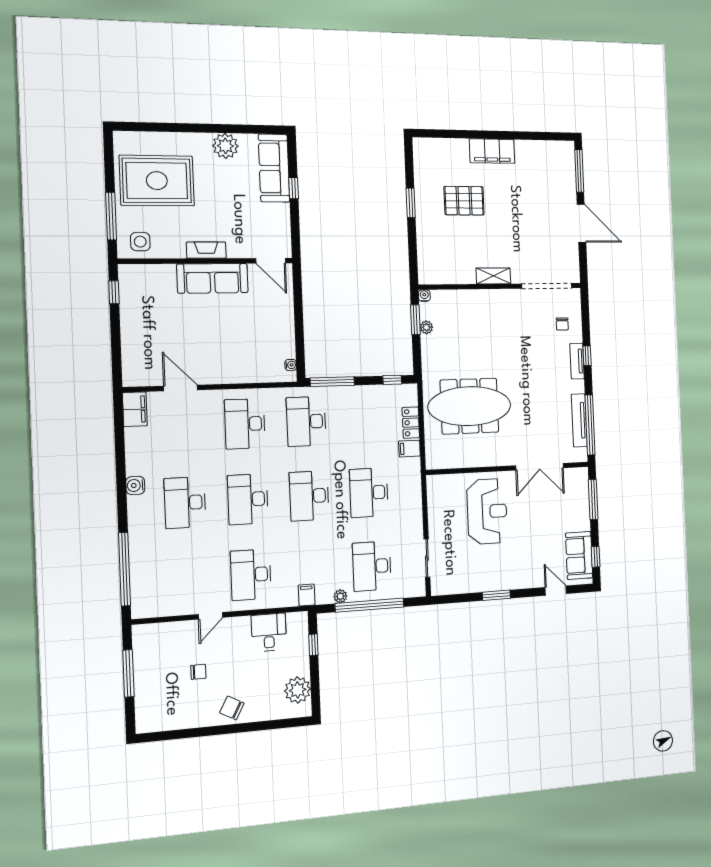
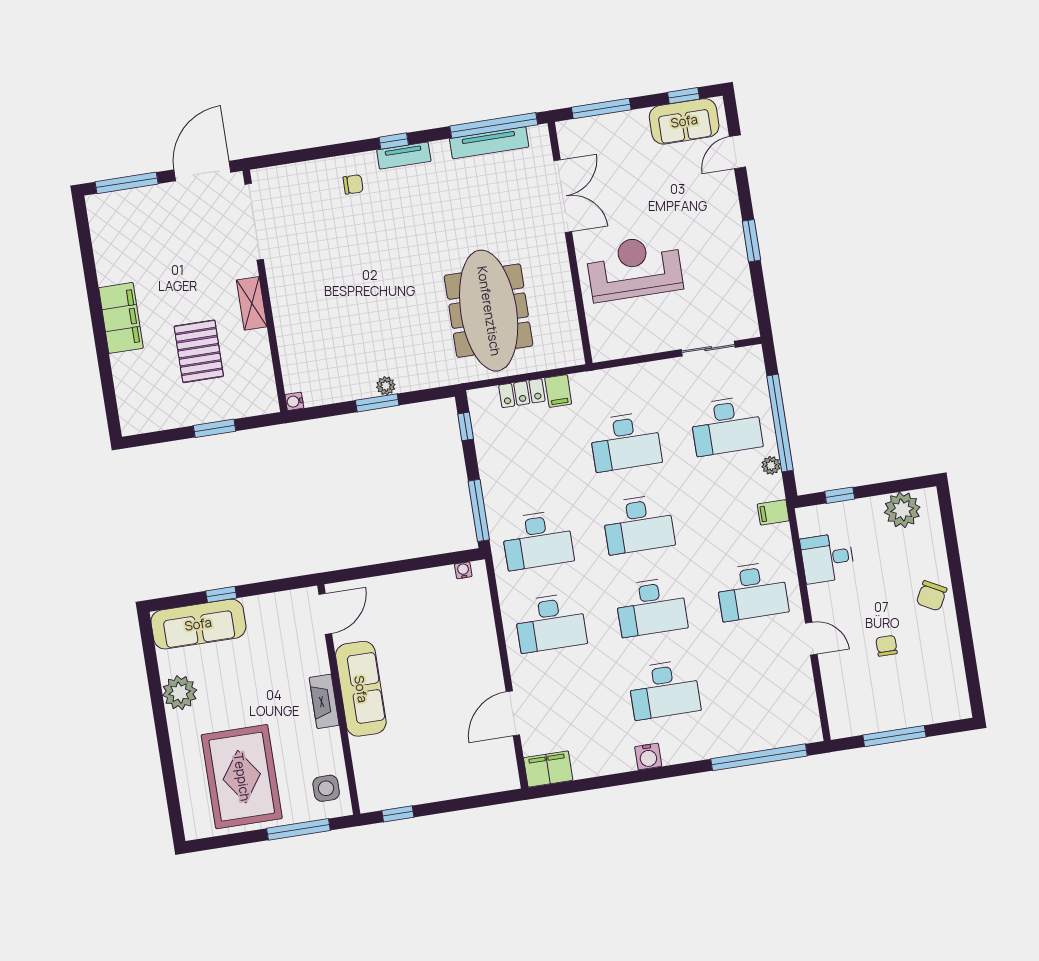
shelving: (493, 276) -> (252, 303), moved
wall: (501, 286) -> (265, 291), moved
doorway: (547, 286) -> (254, 222), moved
water cooler: (424, 296) -> (294, 401), moved

